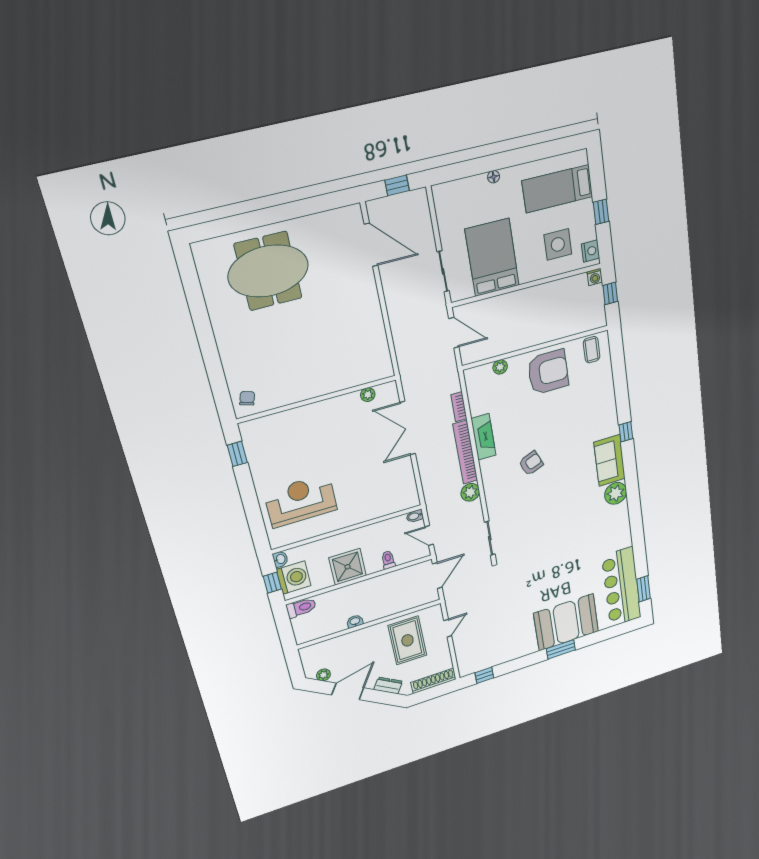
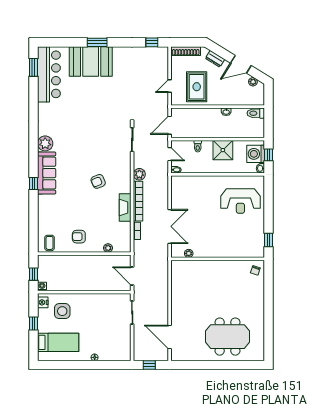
bed: (492, 258) -> (102, 313), removed
armchair: (548, 372) -> (79, 237), width x0.53, depth x0.53
sofa: (610, 460) -> (47, 173), width x1.36
toilet: (301, 608) -> (256, 113), moved

